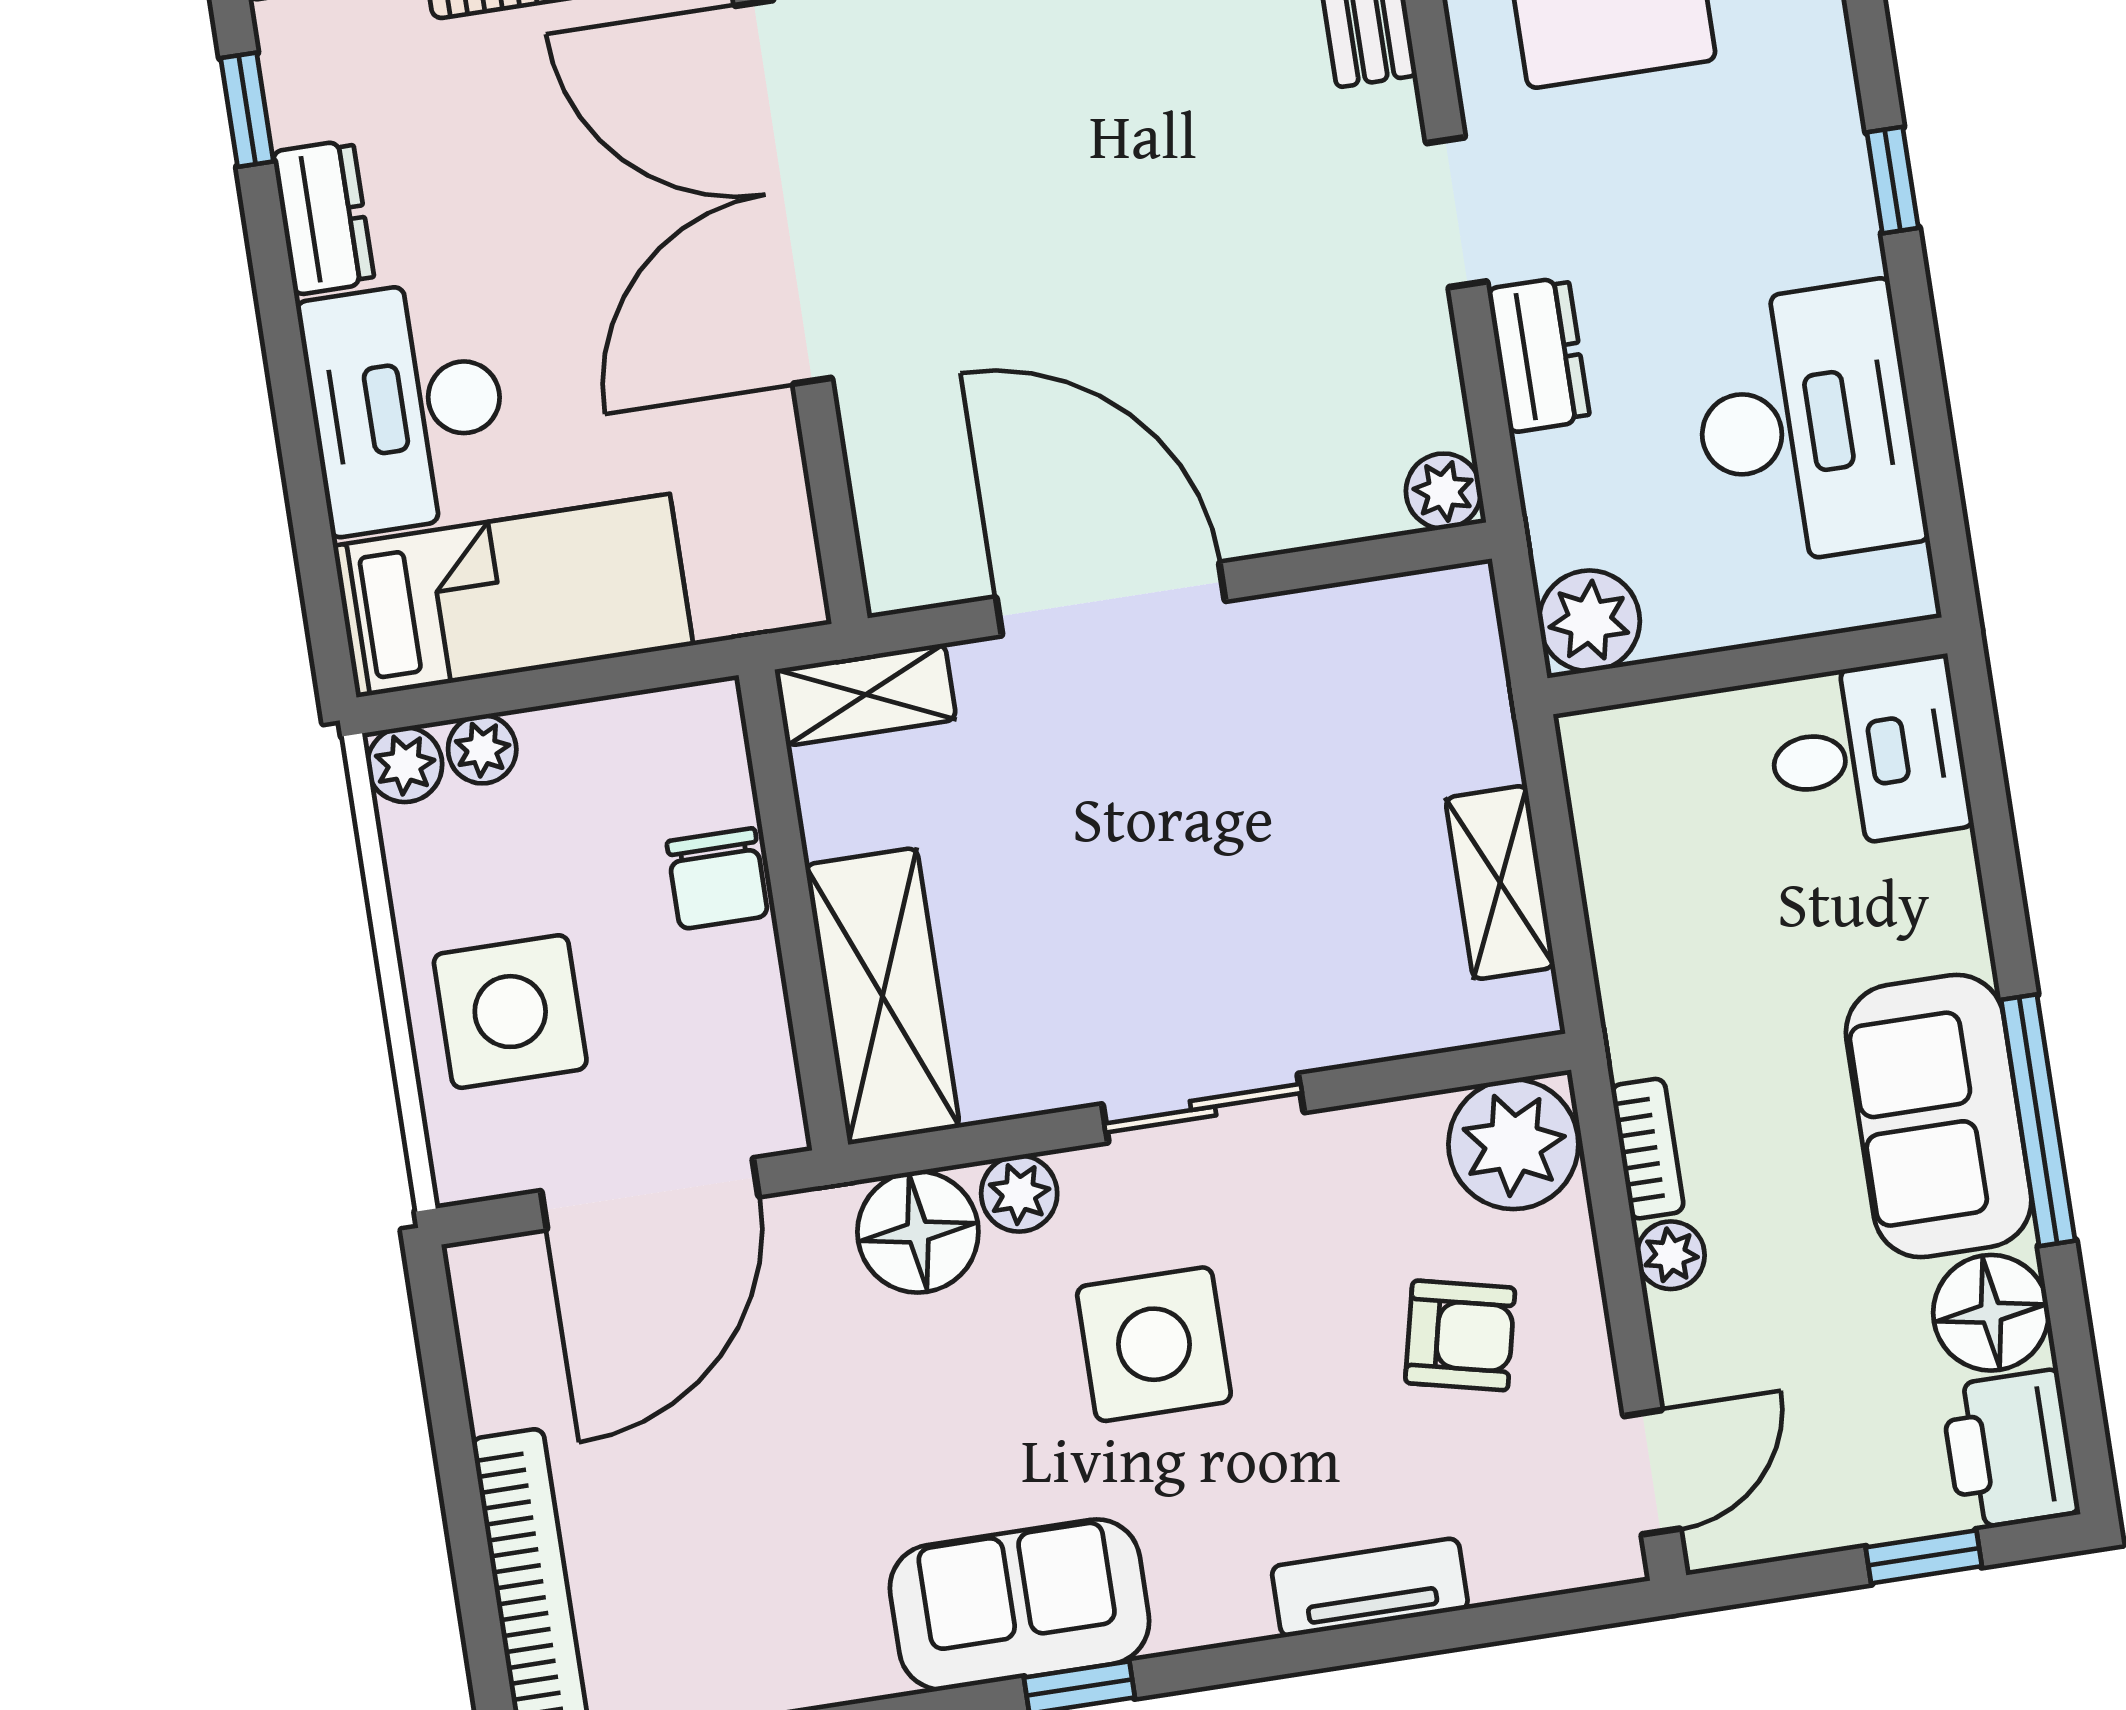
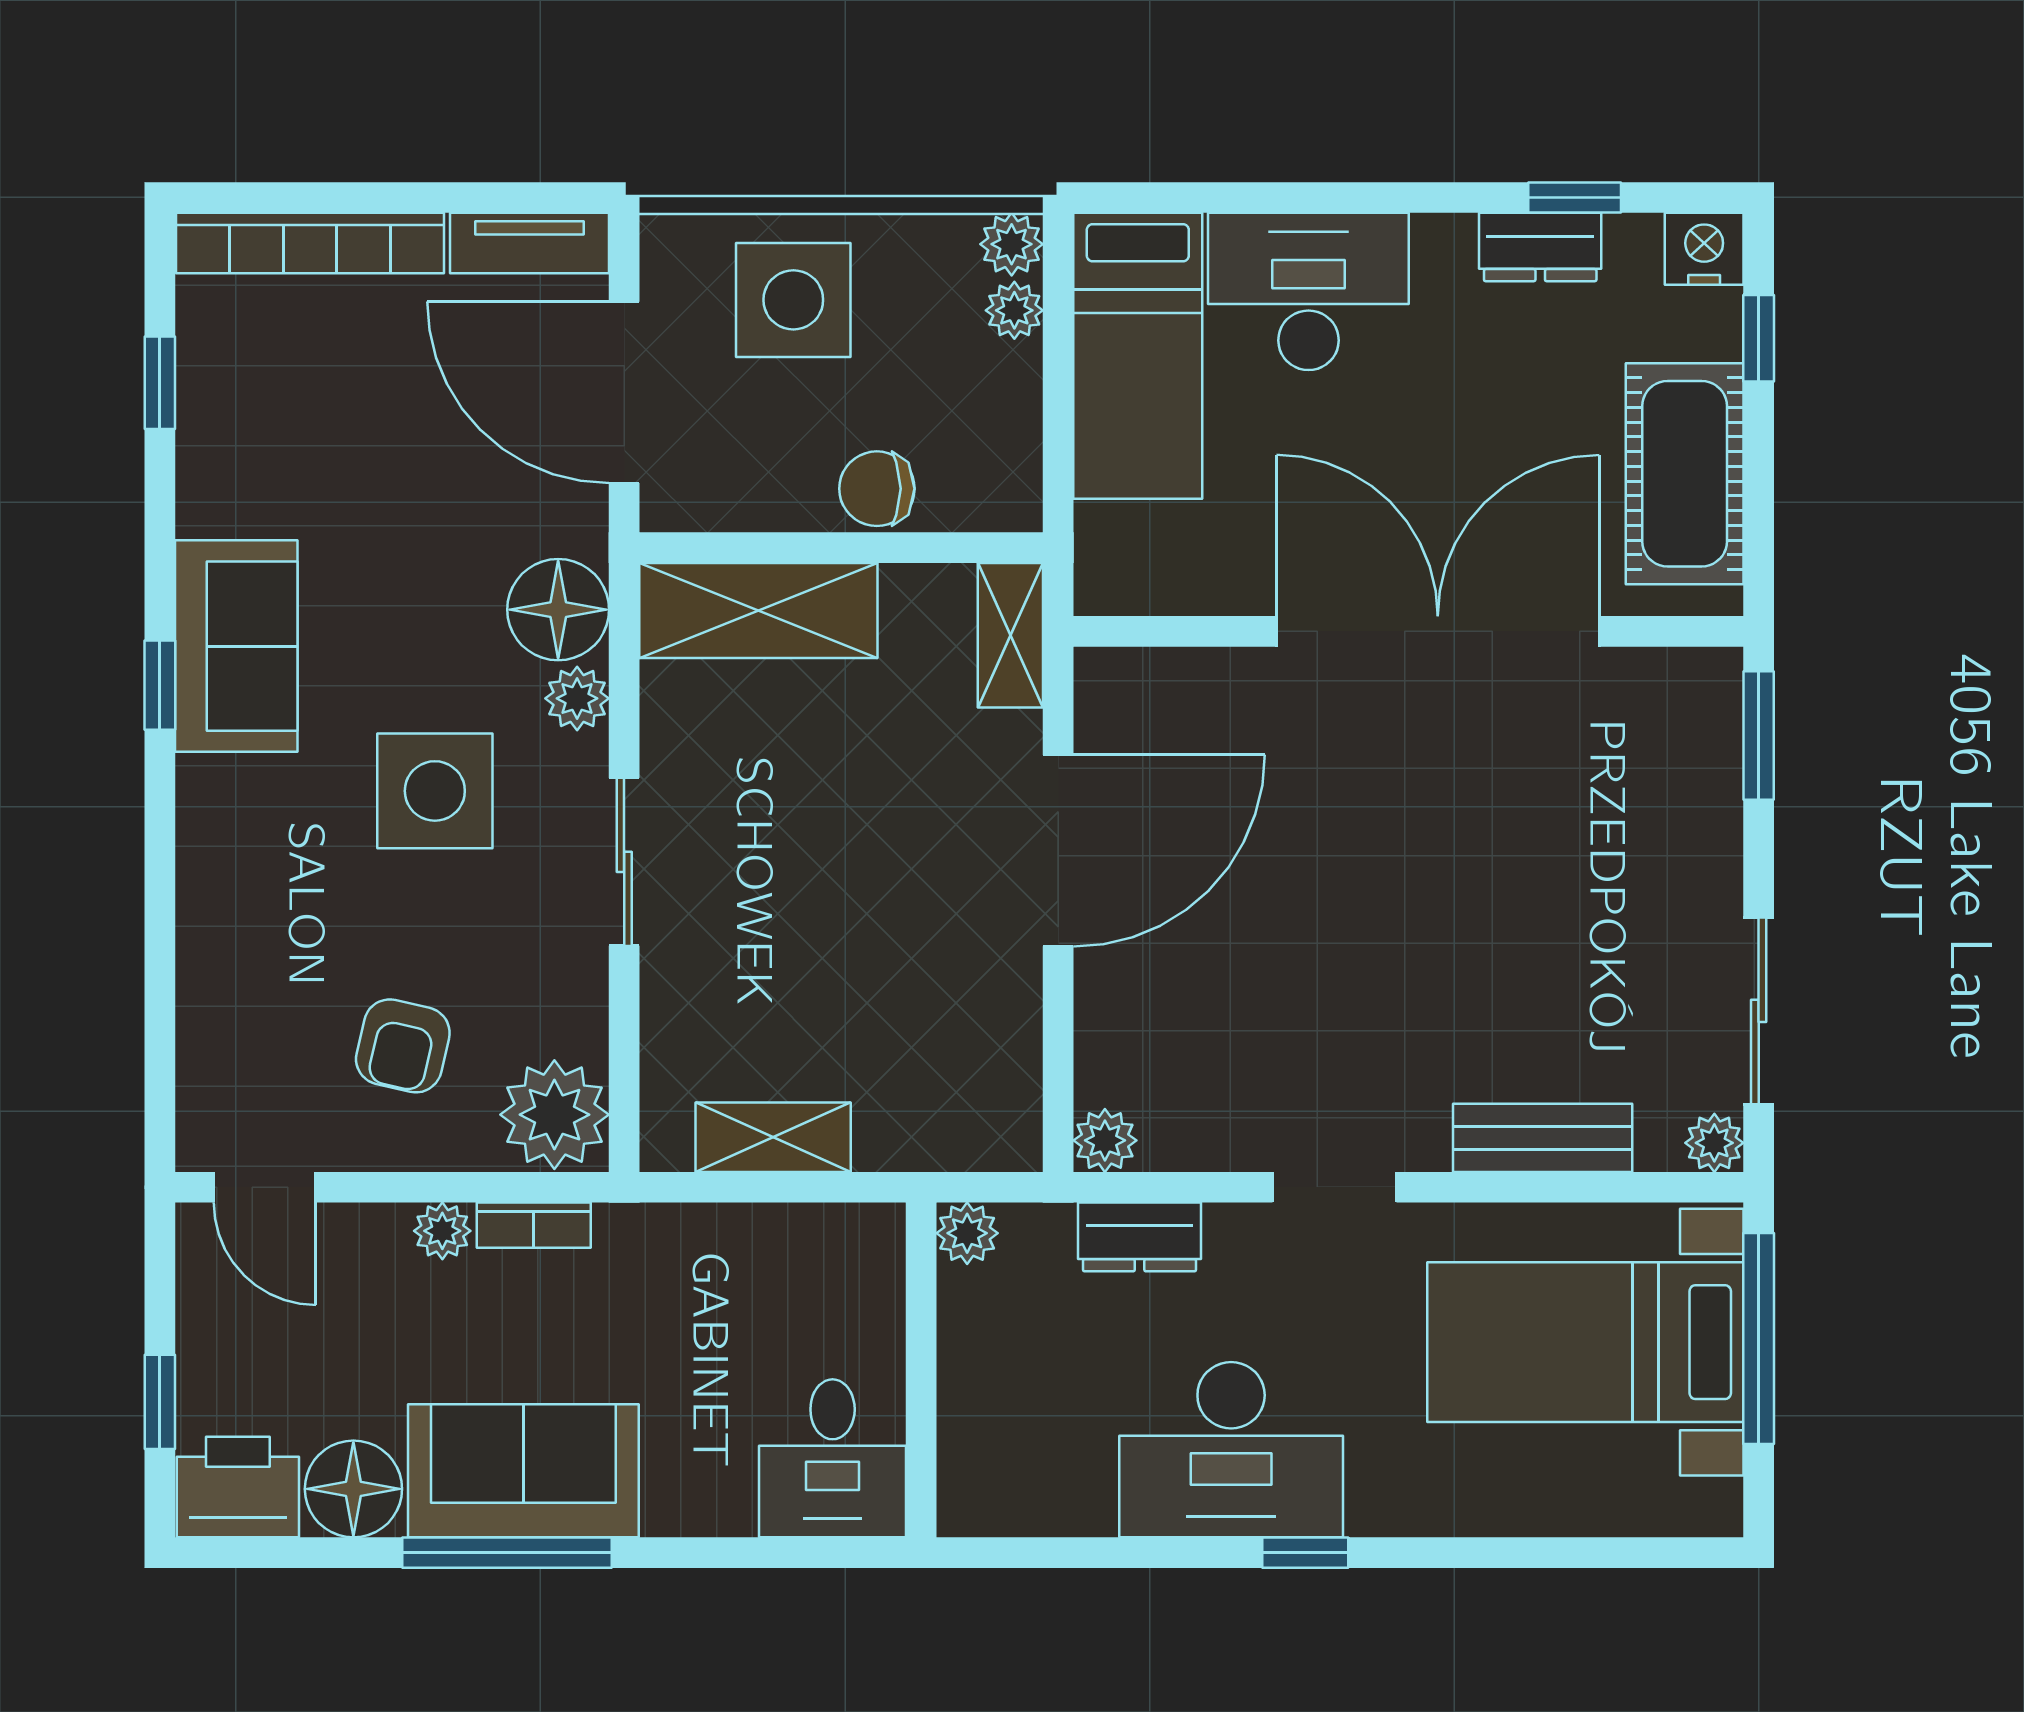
dresser: (323, 217) -> (1540, 247), moved
dresser: (1539, 355) -> (1140, 1237), moved
desk: (1806, 424) -> (1231, 1450), moved
plant: (1589, 621) -> (967, 1233), width x0.73, depth x0.73
tv unit: (1370, 1588) -> (530, 243), moved, turned 90

